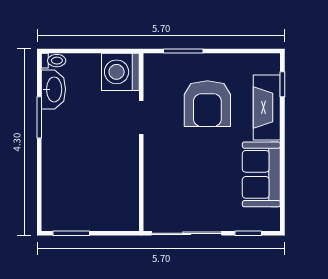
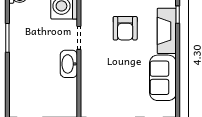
washbasin: (53, 89) -> (69, 64), moved, turned 180
armchair: (207, 104) -> (125, 28), width x0.73, depth x0.73

